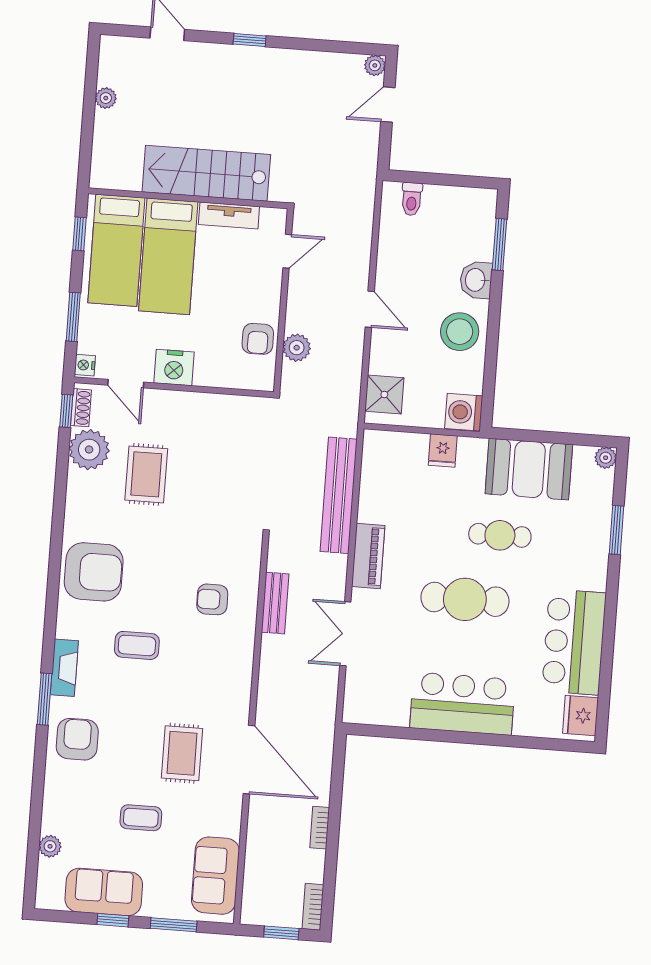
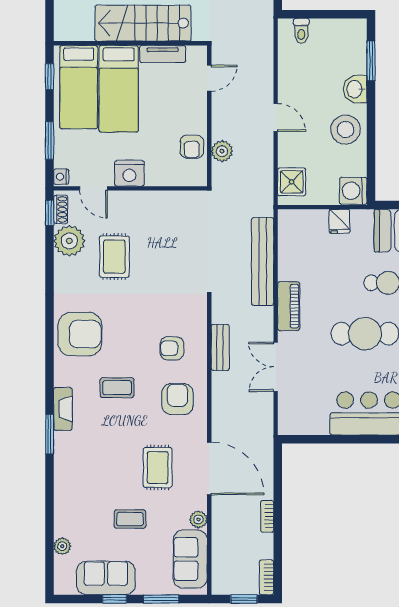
armchair: (77, 739) -> (177, 399), moved
plant: (230, 825) -> (198, 519), added

